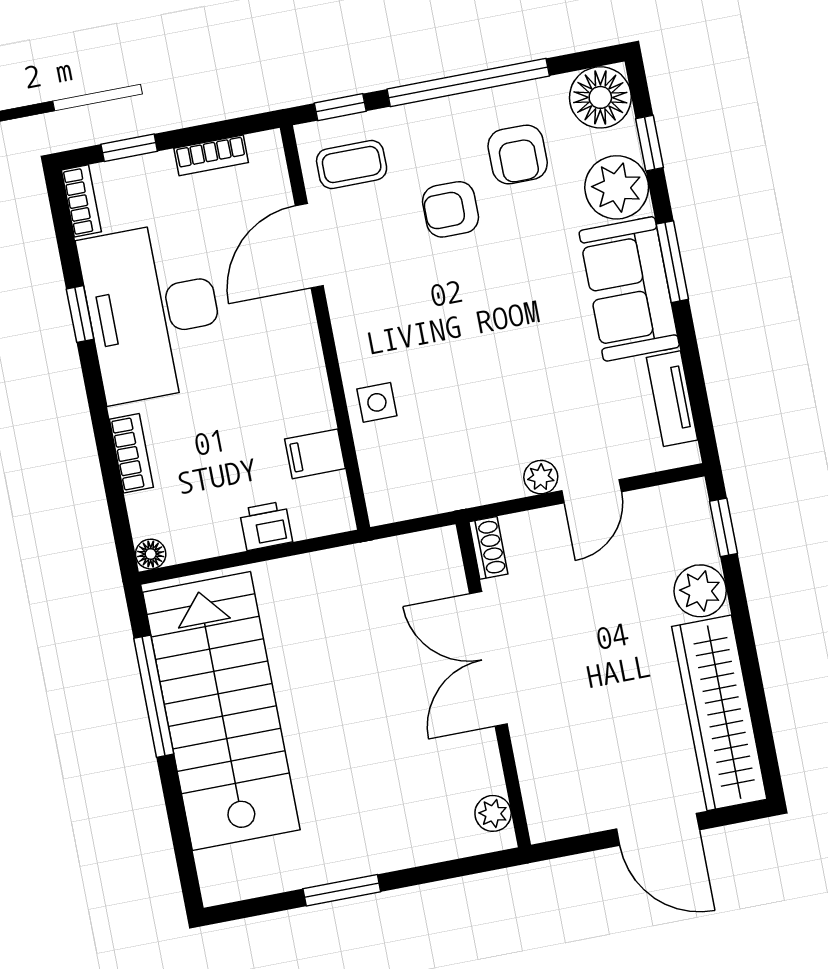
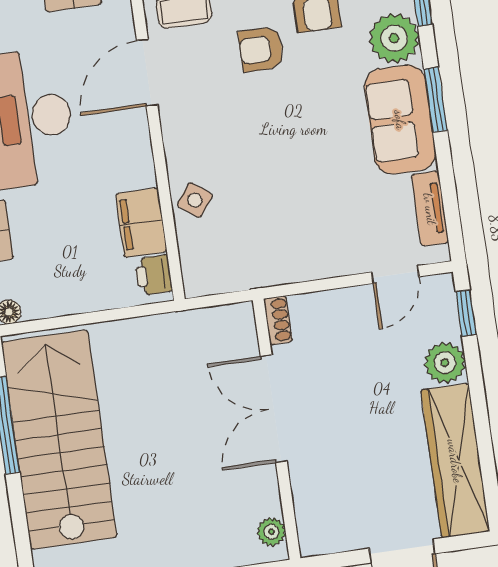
side table: (377, 402) -> (195, 200), turned 37
filing cabinet: (315, 454) -> (141, 223), width x2.00
plant: (541, 477) -> (322, 266), removed
door: (592, 491) -> (395, 274), moved
printer: (266, 526) -> (154, 275), moved, turned -90

